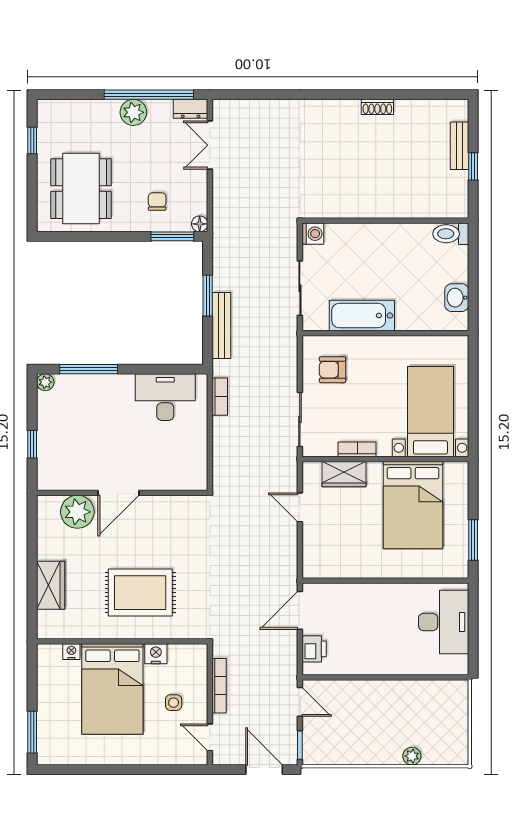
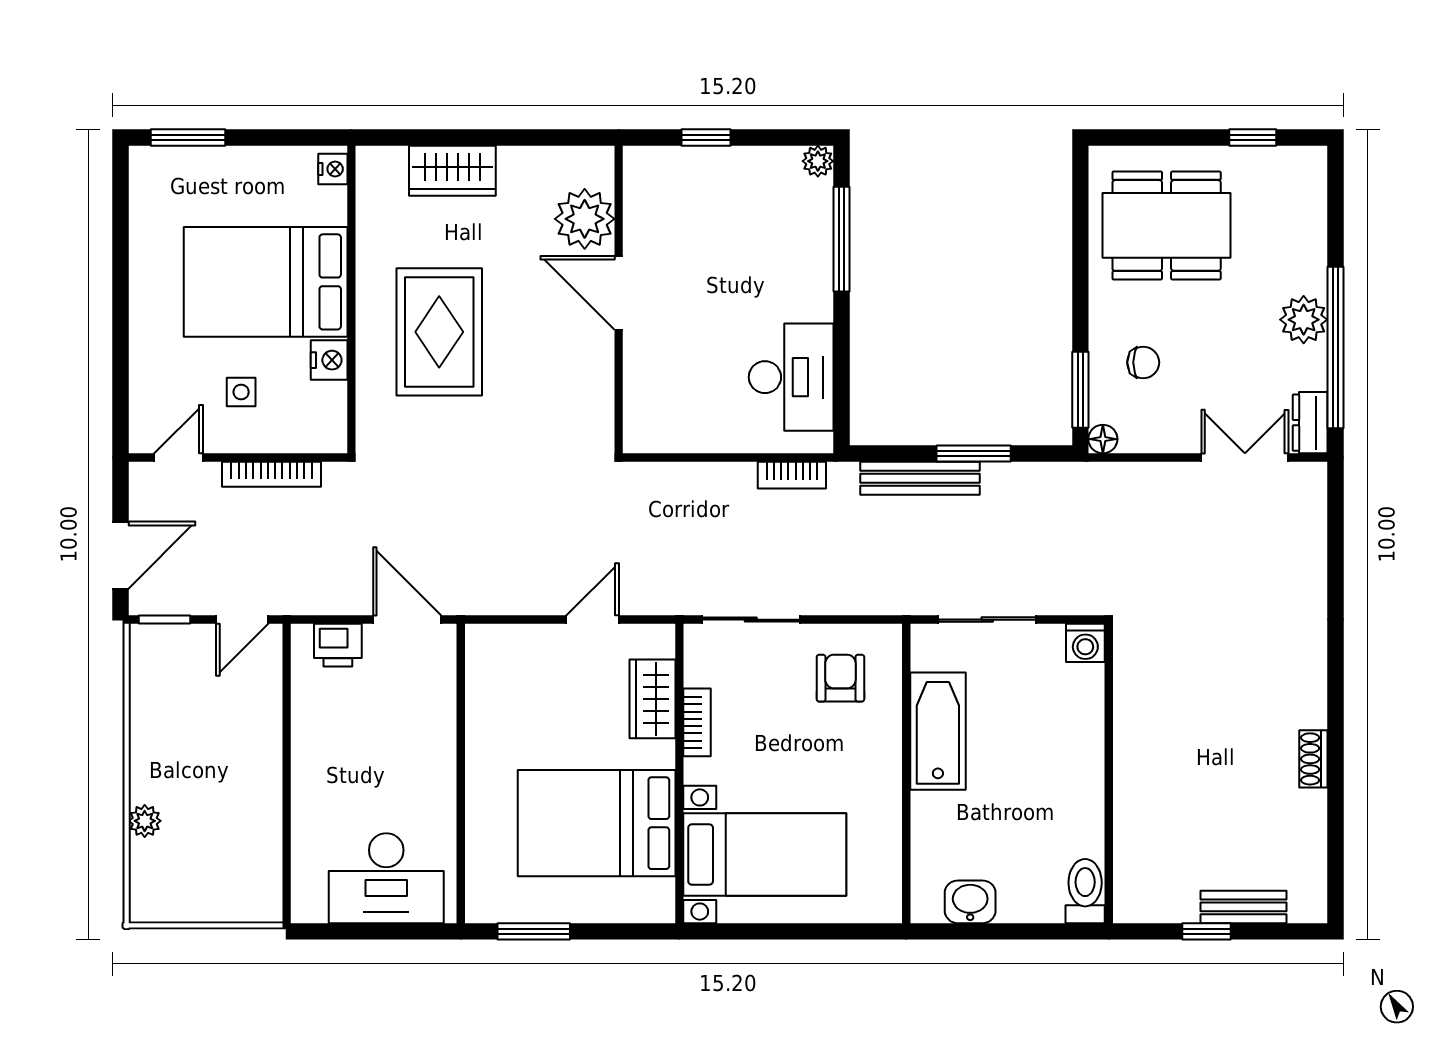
nightstand: (71, 652) -> (333, 169), moved

